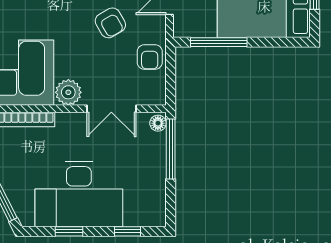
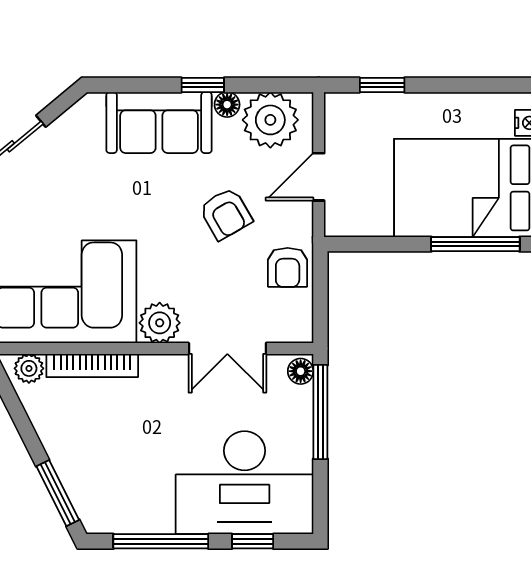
window: (219, 42) -> (475, 244), moved
desk: (79, 194) -> (245, 483), moved
window: (69, 231) -> (161, 541), width x2.17

